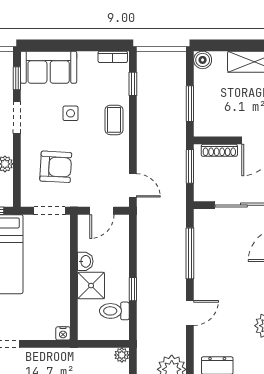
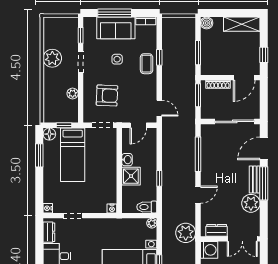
window: (67, 45) -> (115, 13), added
sofa: (49, 67) -> (116, 28), moved
window: (133, 84) -> (159, 57), moved
toilet: (114, 311) -> (147, 207), moved

